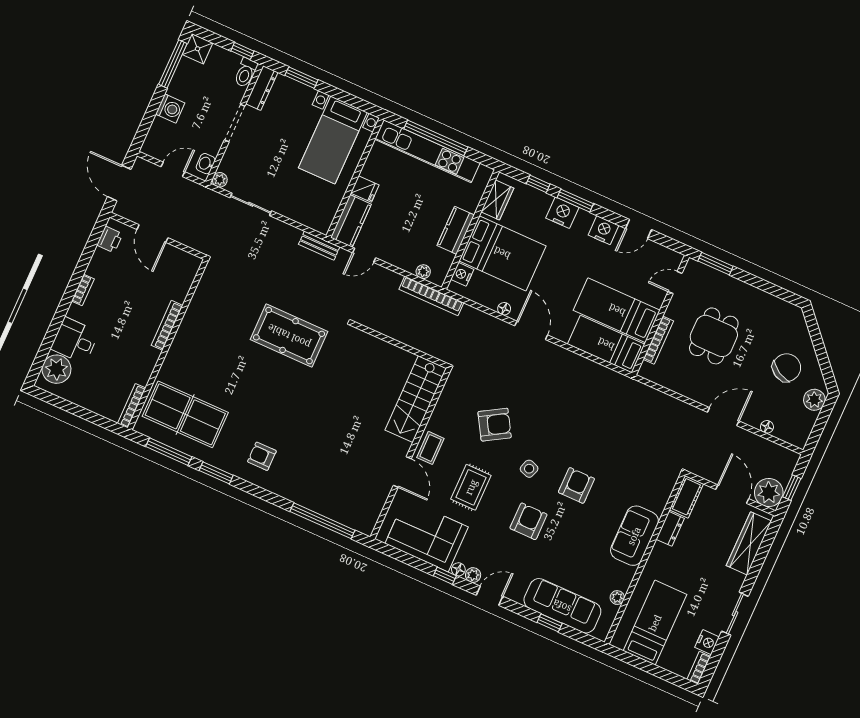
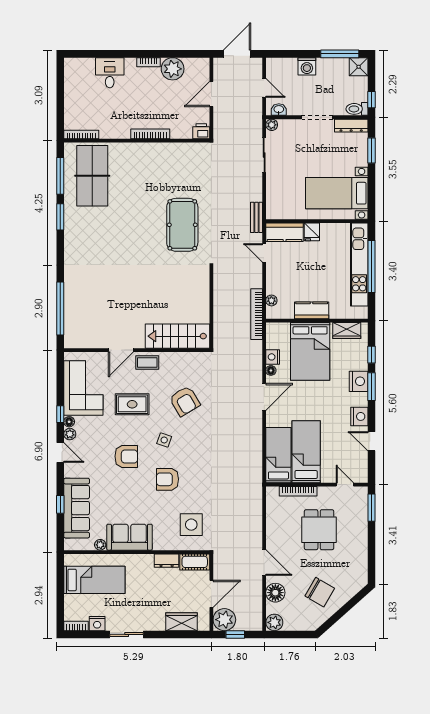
printer: (110, 239) -> (201, 131), moved, turned 180
nightstand: (462, 274) -> (273, 357), moved, turned -90
dining table: (714, 336) -> (319, 530), turned 90
plant: (56, 369) -> (173, 69), moved
plant: (814, 400) -> (274, 622), moved
floor lamp: (767, 427) -> (275, 593), width x1.89, depth x1.89
armchair: (262, 456) -> (87, 244), removed
side table: (641, 481) -> (191, 525), added
armchair: (576, 485) -> (167, 479), turned 180
sofa: (634, 536) -> (129, 537), moved
wardrobe: (749, 543) -> (182, 622), width x0.67

